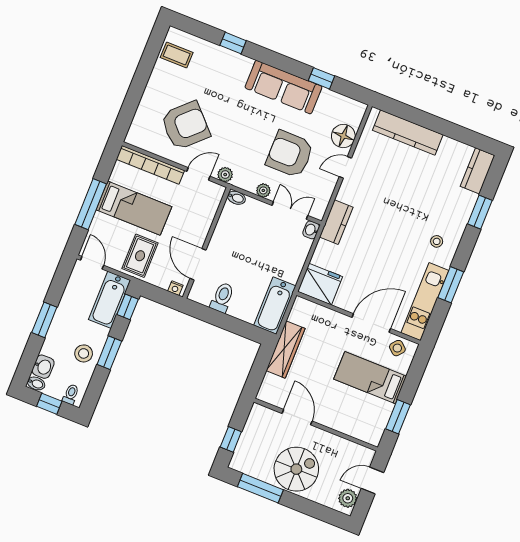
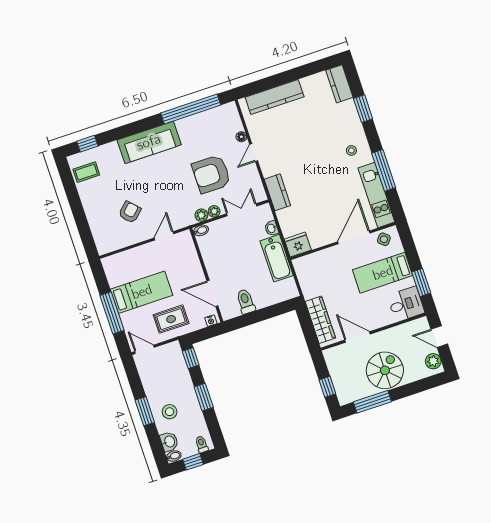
window: (233, 43) -> (87, 144), moved
window: (321, 78) -> (191, 109), width x3.17
sofa: (283, 87) -> (149, 142), moved
armchair: (185, 126) -> (130, 212), width x0.53, depth x0.53
floor lamp: (343, 136) -> (241, 137), width x0.53, depth x0.53
bookcase: (150, 165) -> (129, 256), removed
plant: (225, 175) -> (201, 215), moved
washbasin: (311, 230) -> (272, 228), moved
rug: (140, 256) -> (171, 319), turned 90
fridge: (320, 284) -> (298, 245), width x0.73, depth x0.75
window: (451, 285) -> (384, 170), width x1.44
bathtub: (110, 300) -> (175, 363), removed
bathtub: (275, 306) -> (277, 258), moved
wardrobe: (286, 350) -> (320, 320), moved
stool: (84, 353) -> (170, 412), moved
desk: (367, 425) -> (406, 304), added
door: (372, 481) -> (439, 337), hinge flipped

